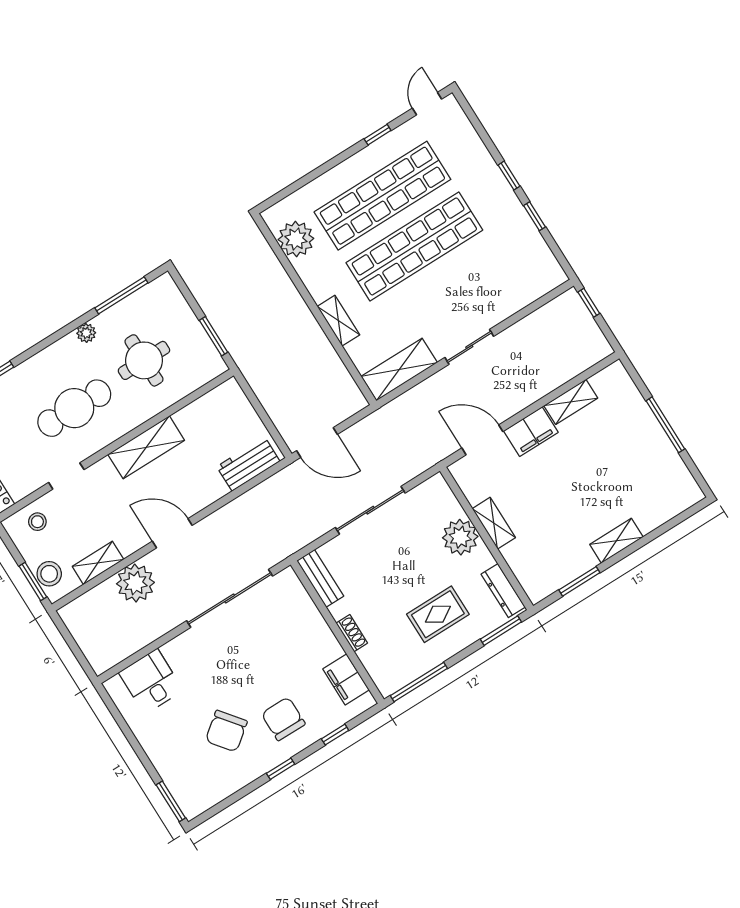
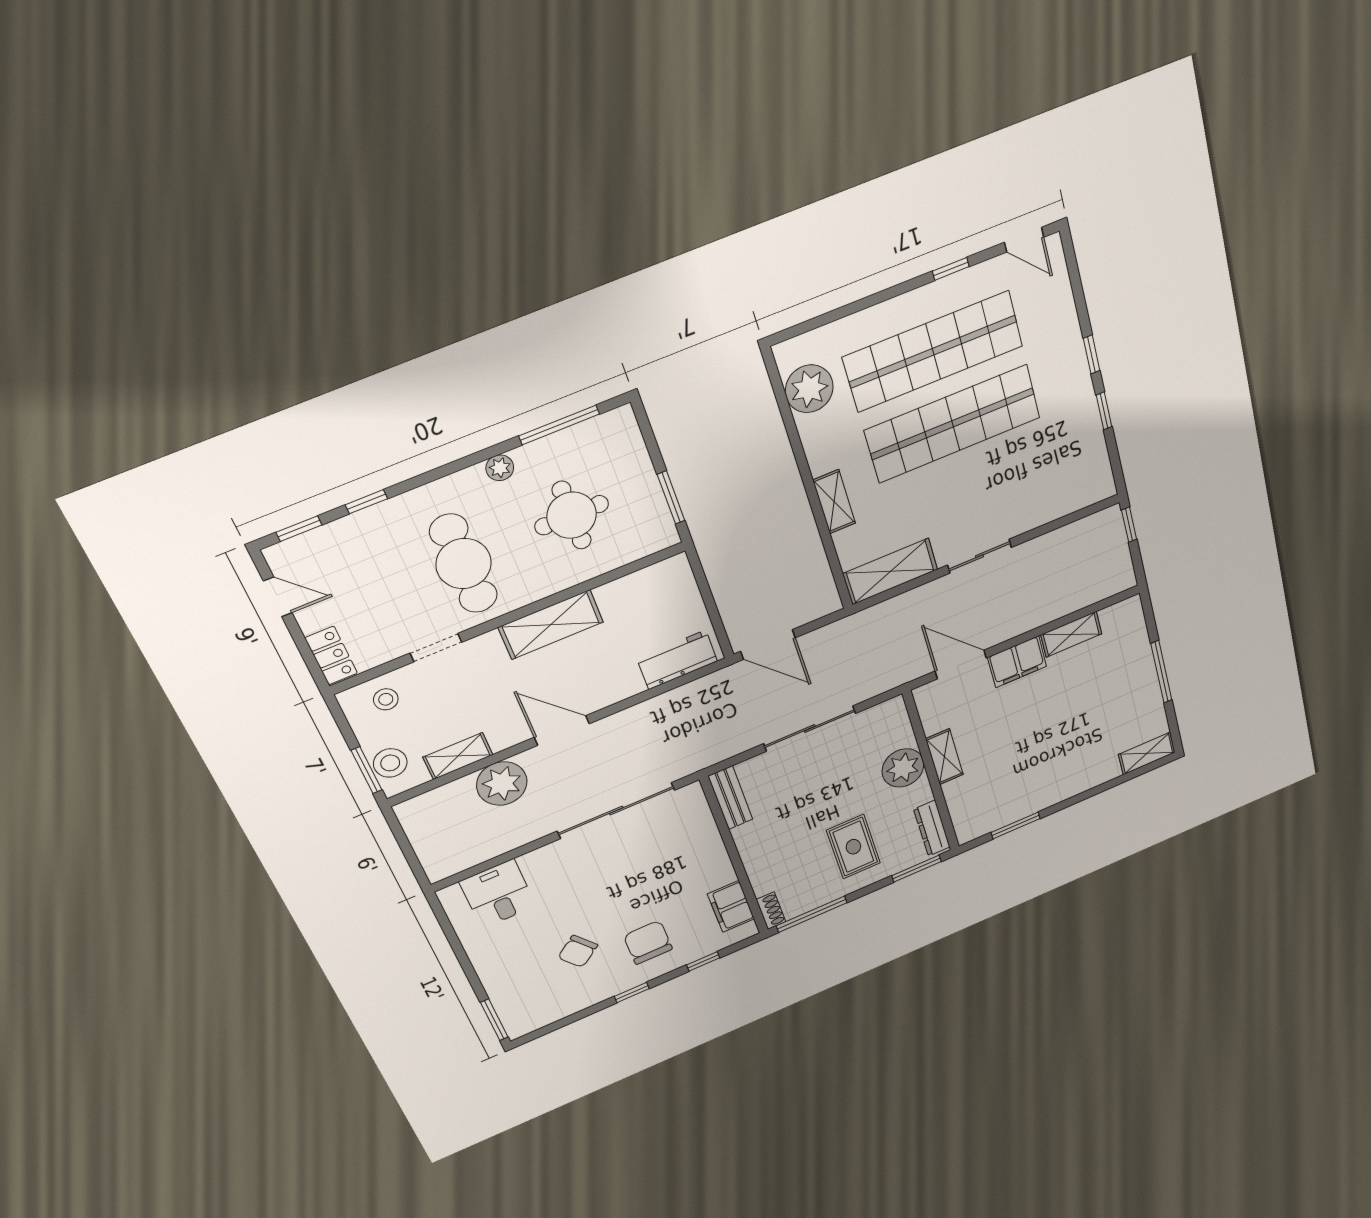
door: (427, 104) -> (1024, 240), swing flipped
cafe table: (74, 408) -> (464, 564), turned 90
shelving: (616, 541) -> (1147, 753), moved
rug: (438, 614) -> (853, 847), turned 90
shoe rack: (352, 633) -> (771, 911), moved
chair: (226, 731) -> (578, 951), width x0.73, depth x0.73

